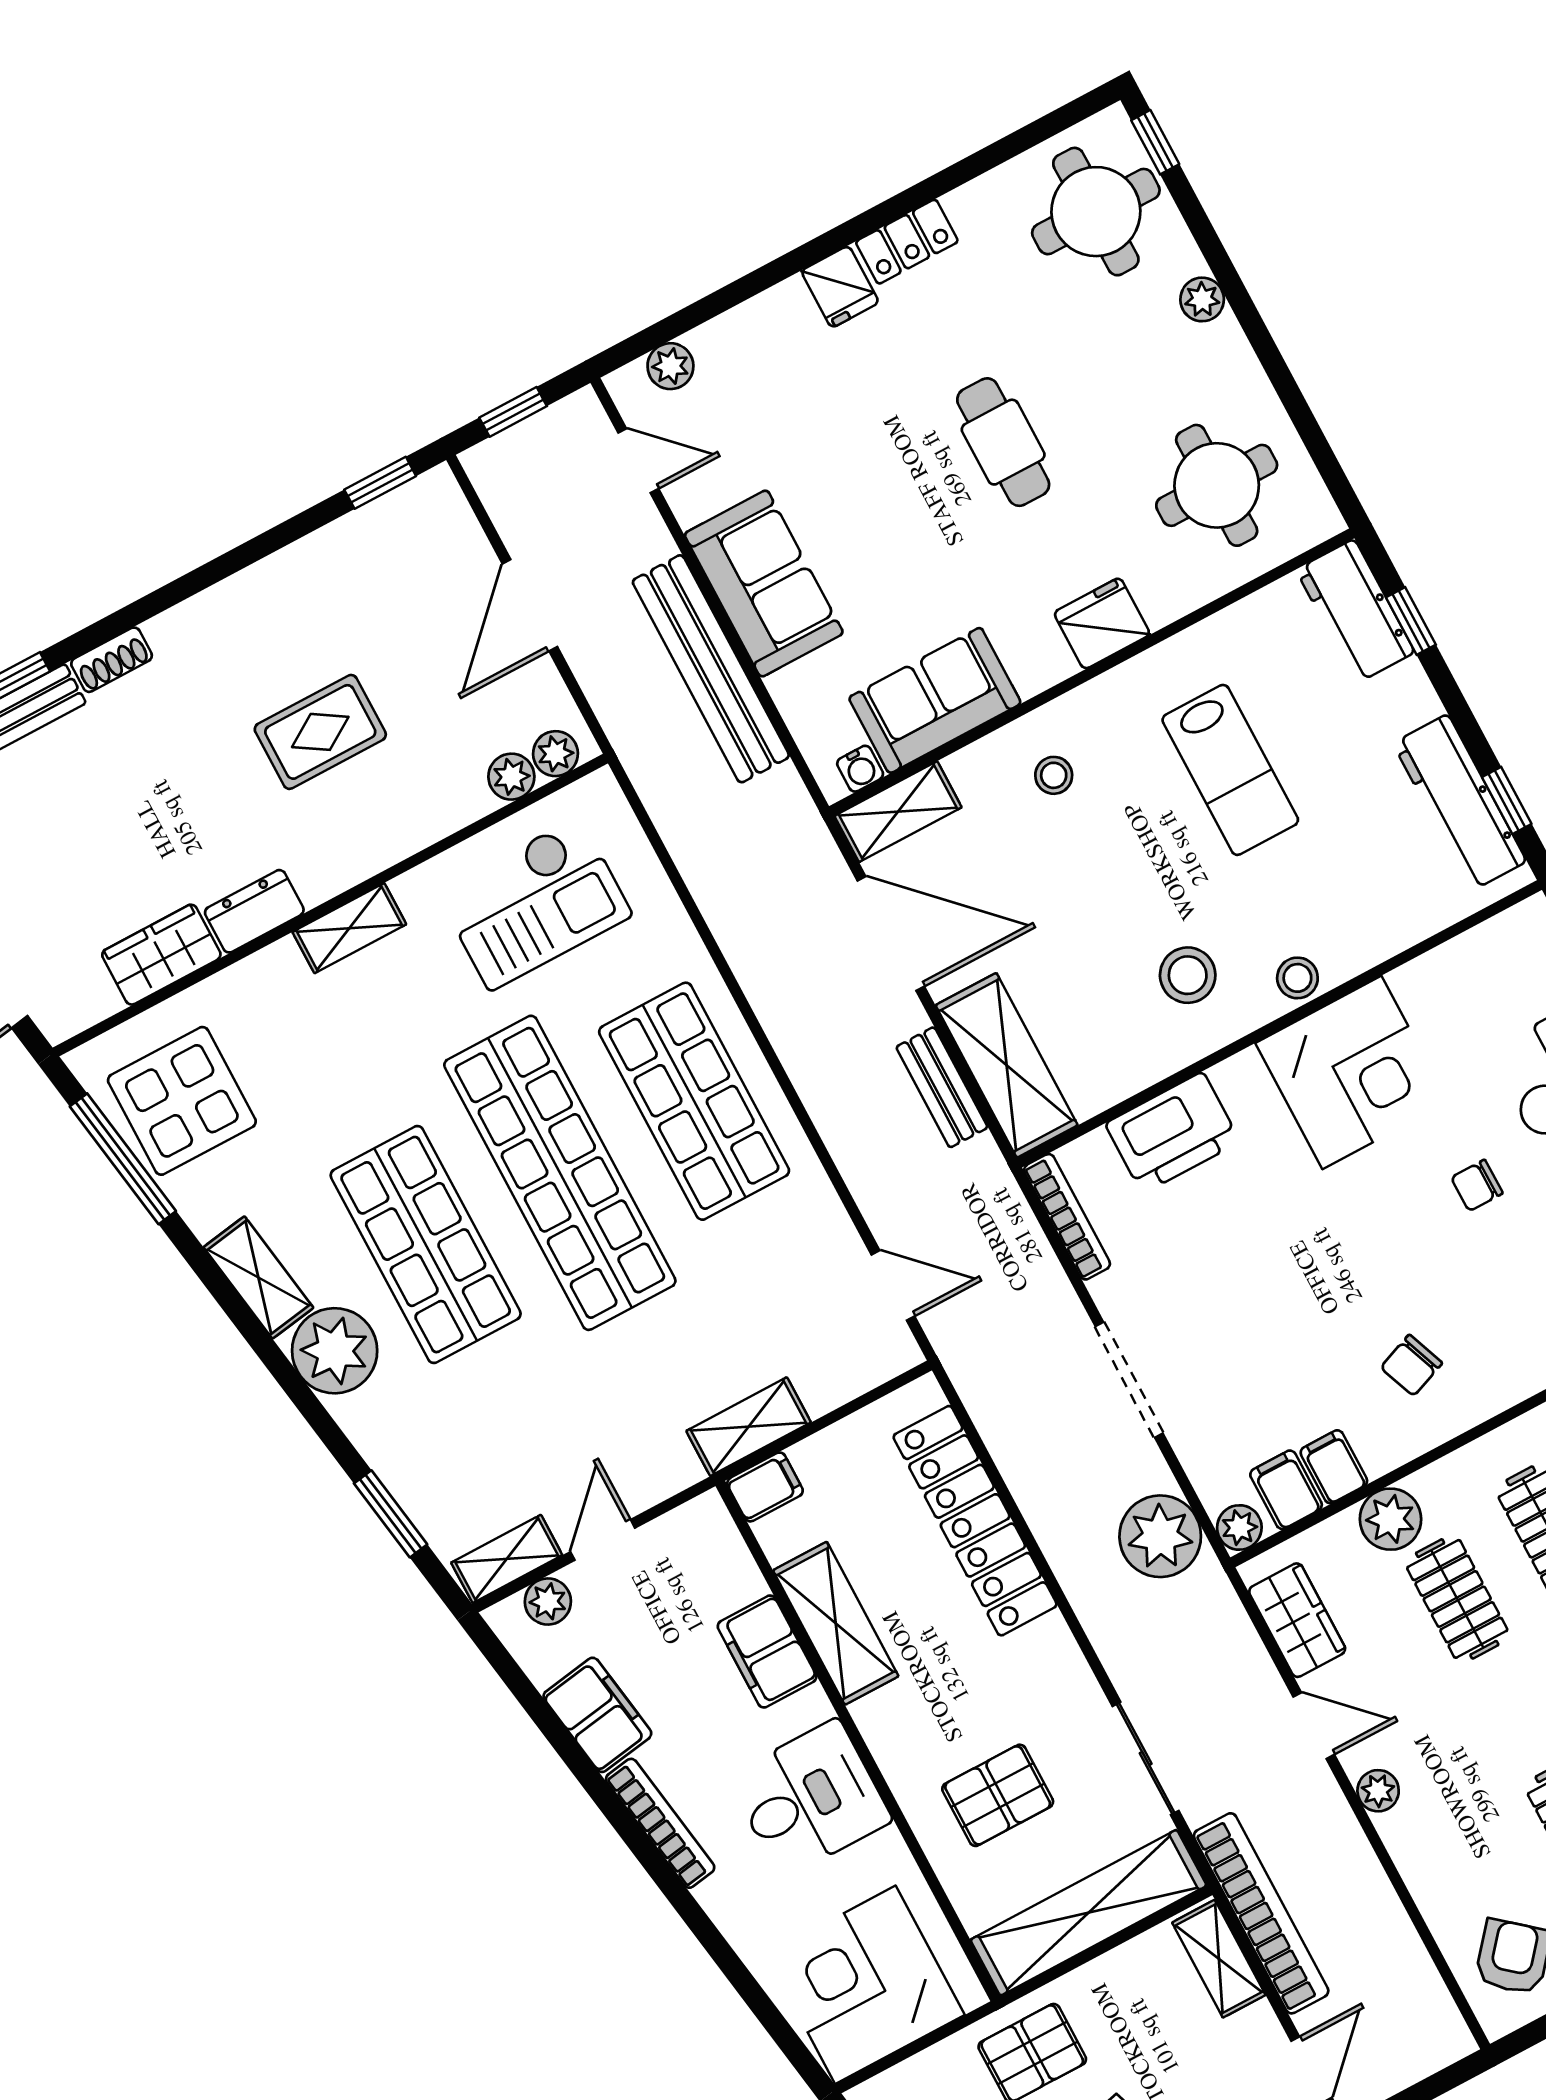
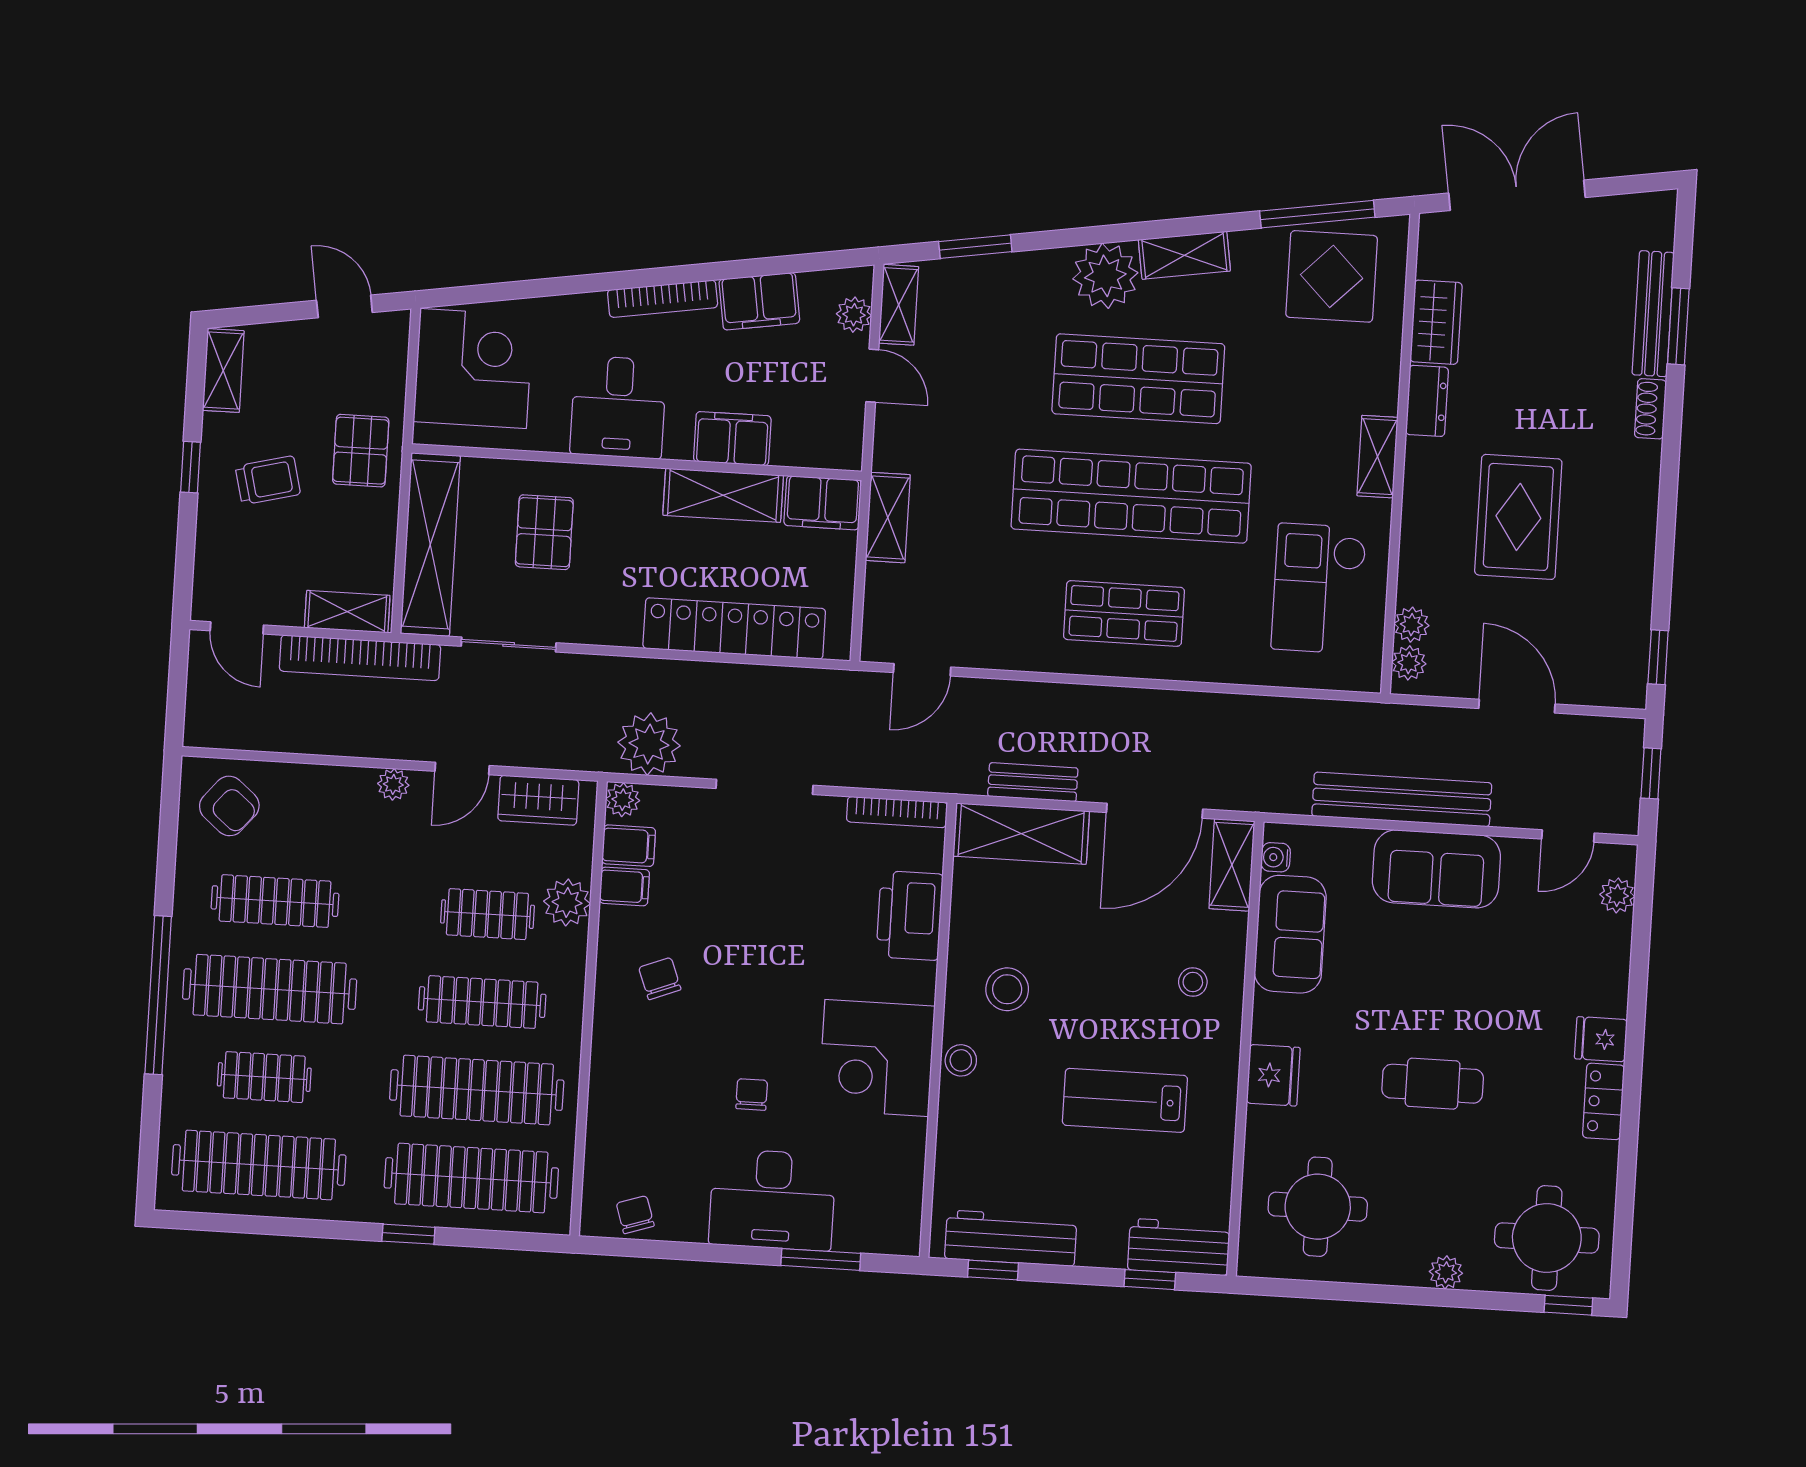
rug: (320, 732) -> (1518, 517), width x1.36, depth x1.43
shop shelf: (694, 1101) -> (1124, 613), width x0.70, depth x0.74
filing cabinet: (765, 1487) -> (823, 503), width x2.00

